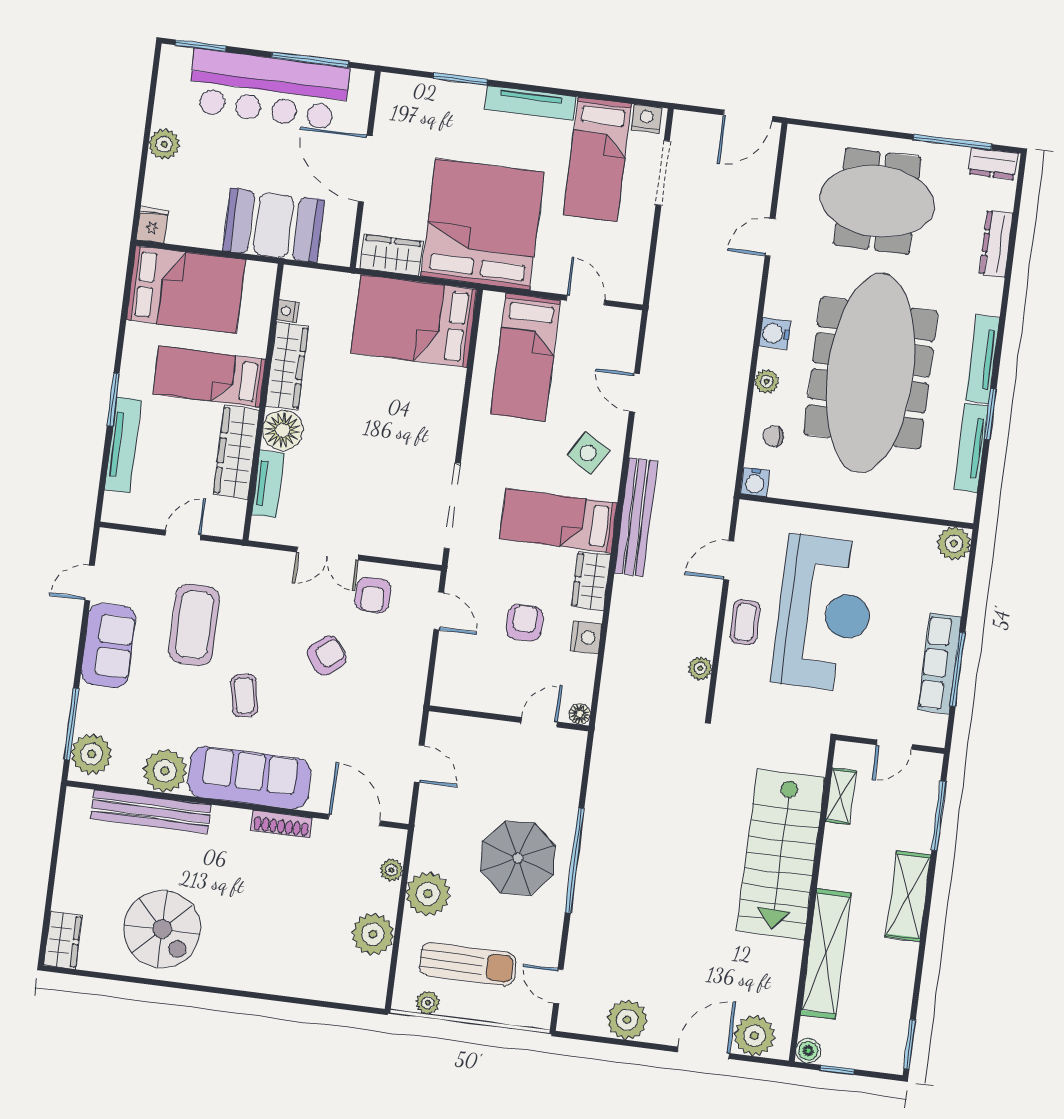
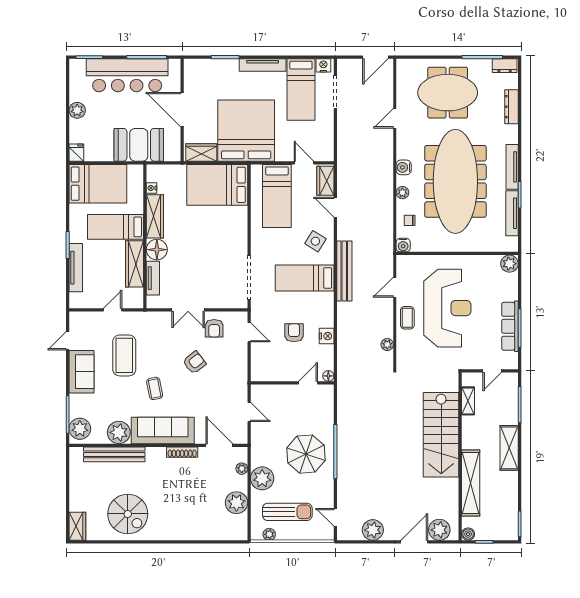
wardrobe: (591, 581) -> (325, 181), moved

